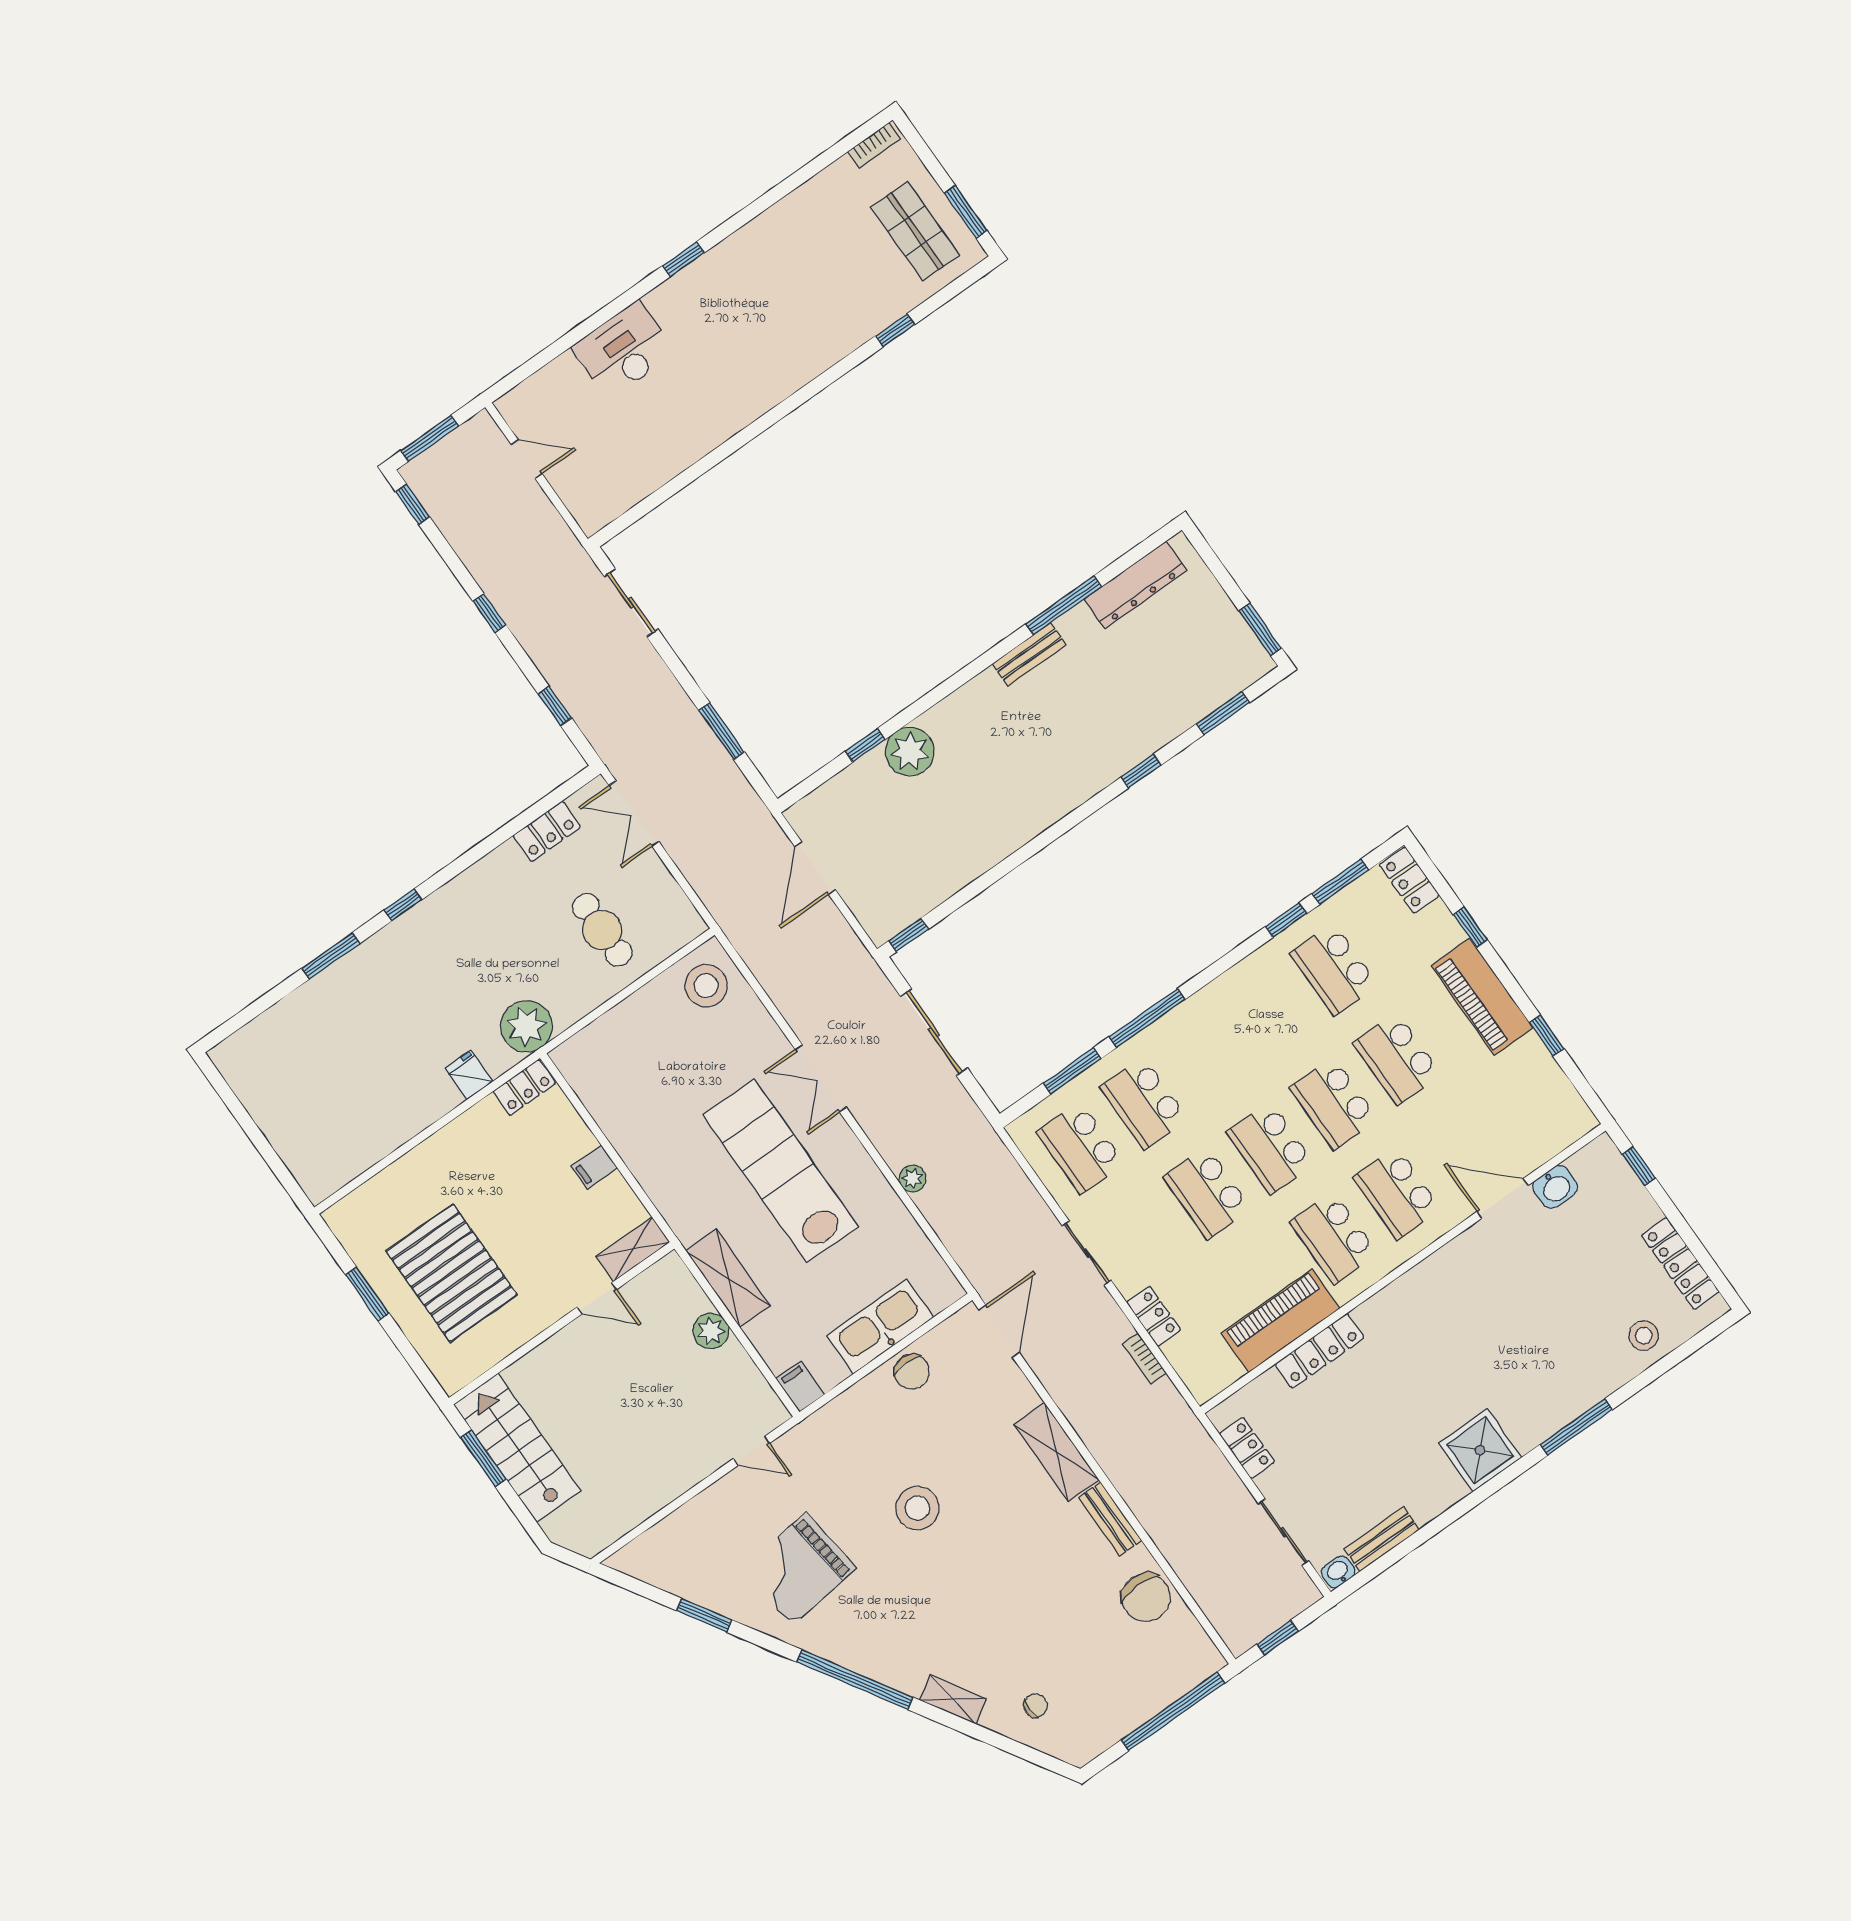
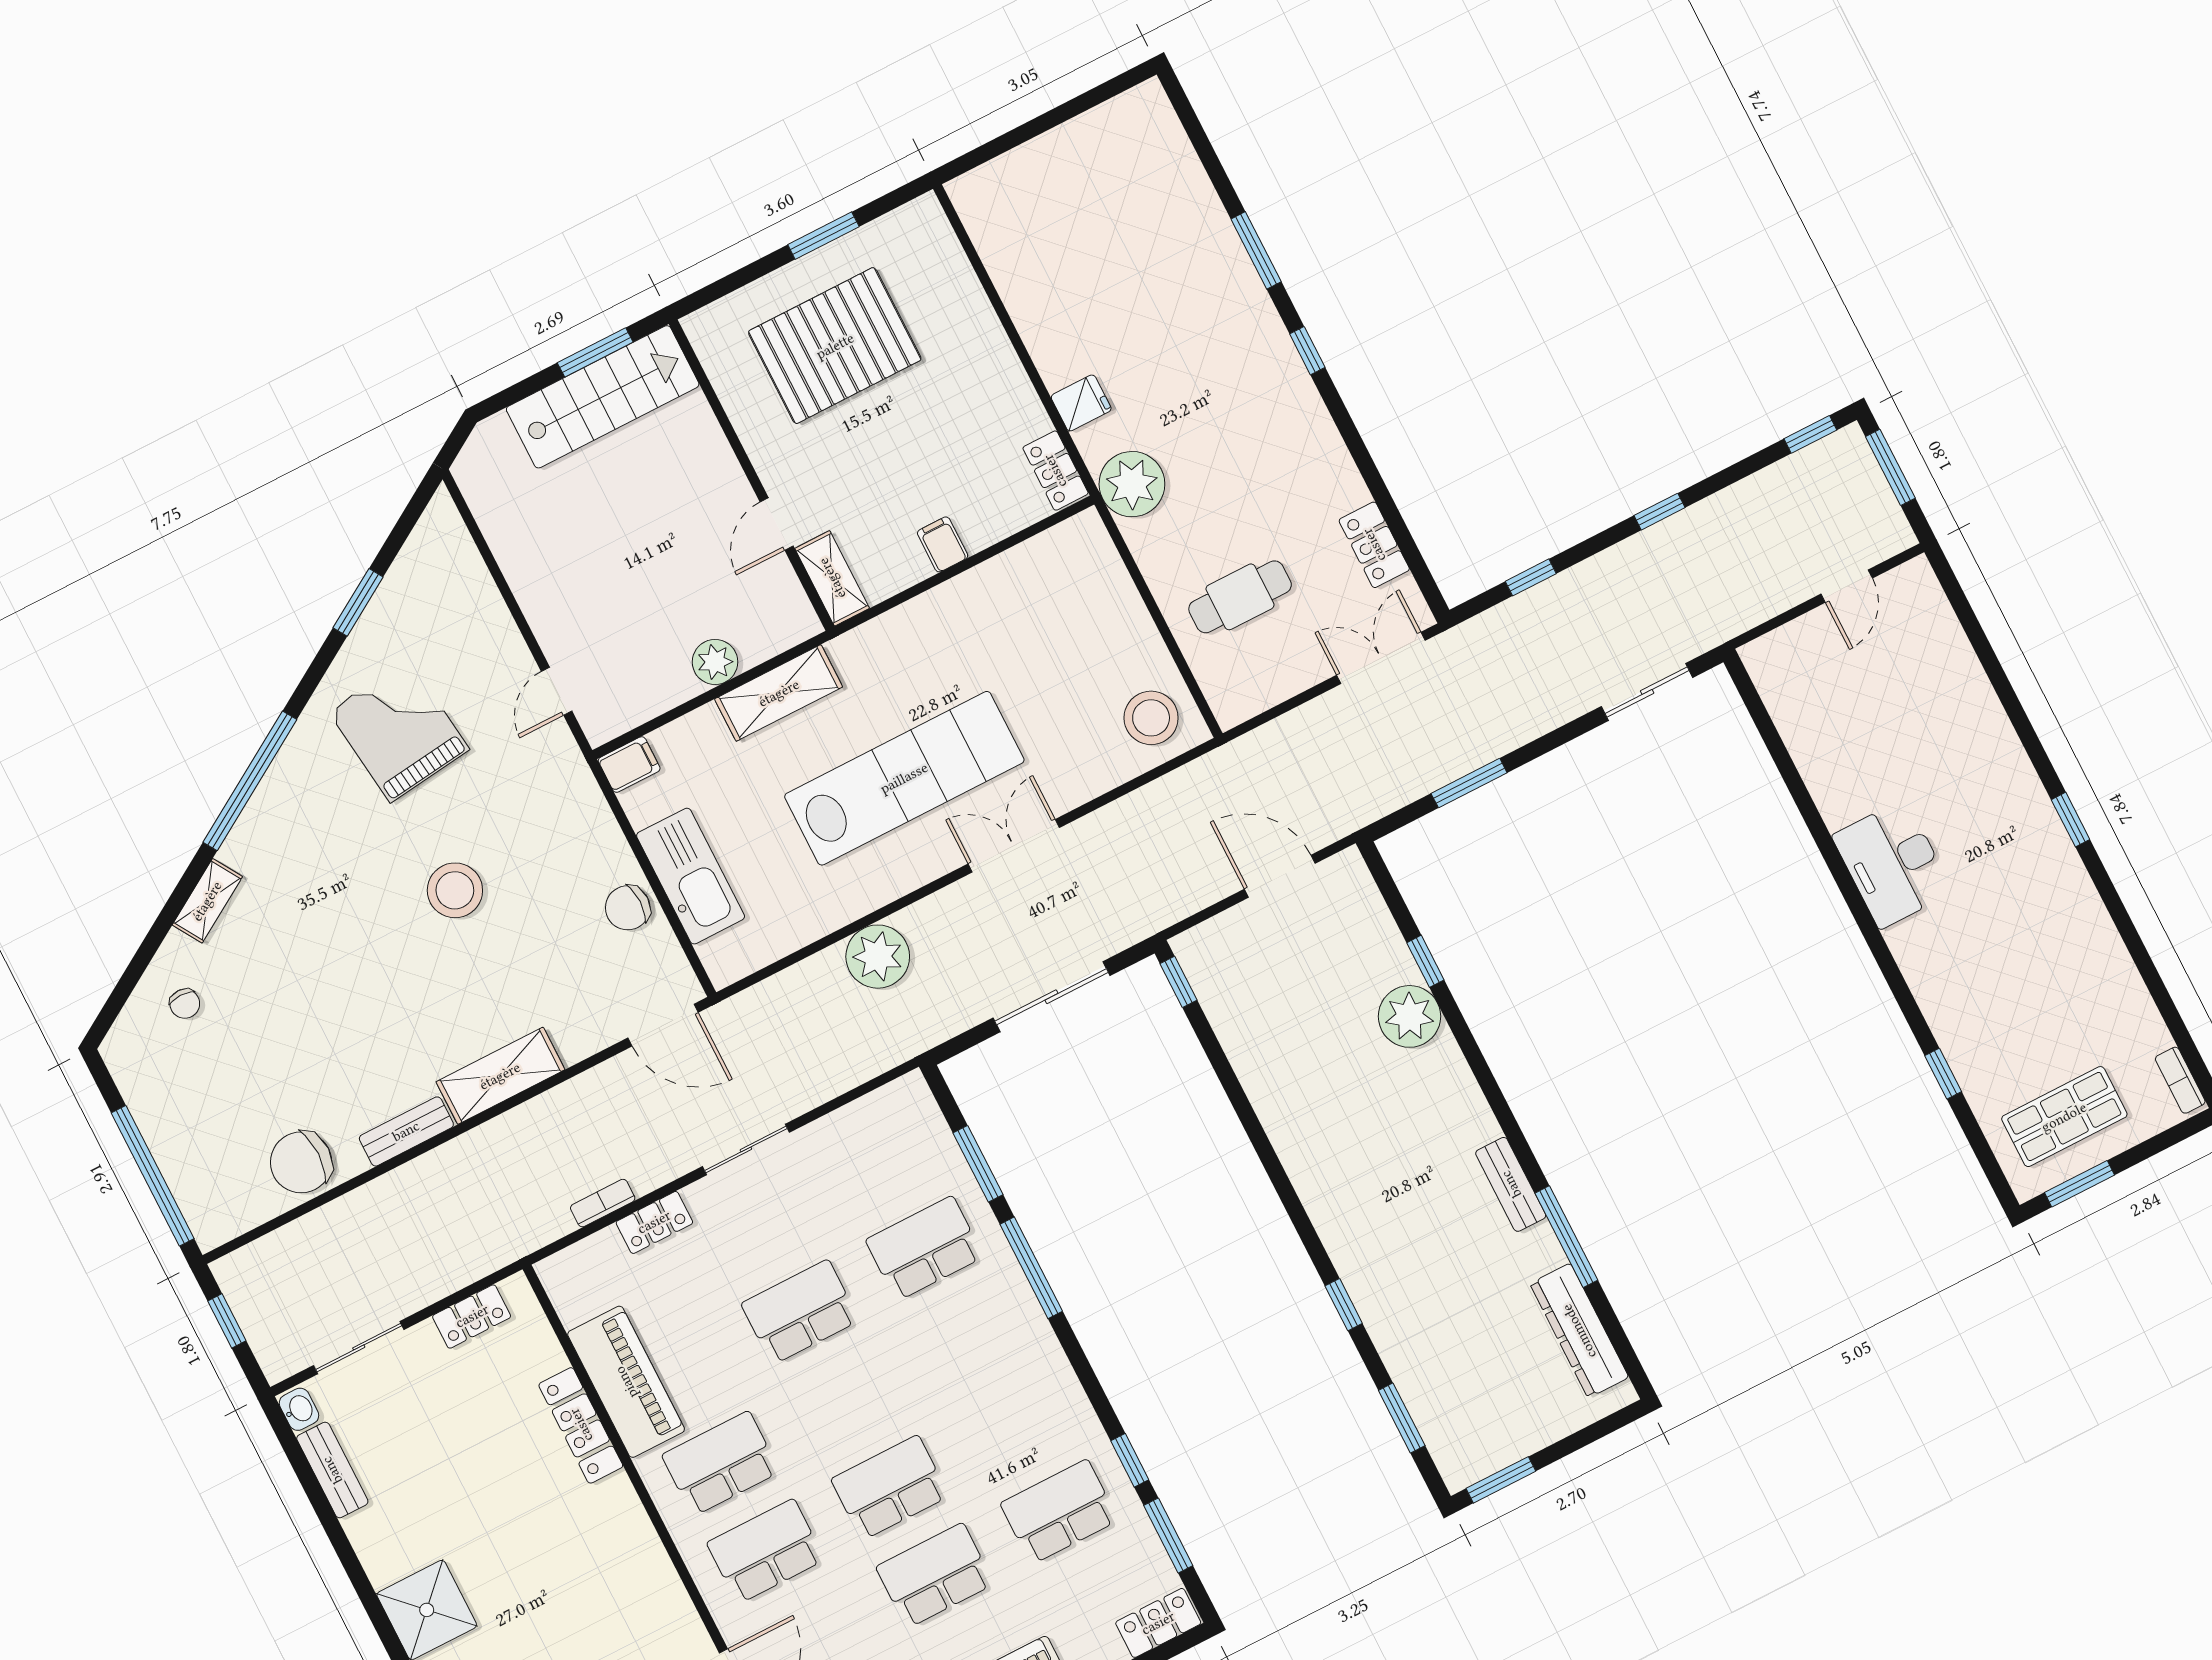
desk: (623, 350) -> (1892, 864), moved, turned 180
school desk: (1081, 1148) -> (880, 1161), removed
school desk: (1270, 1148) -> (845, 1400), removed
plant: (913, 1179) -> (878, 957), width x1.87, depth x1.87

